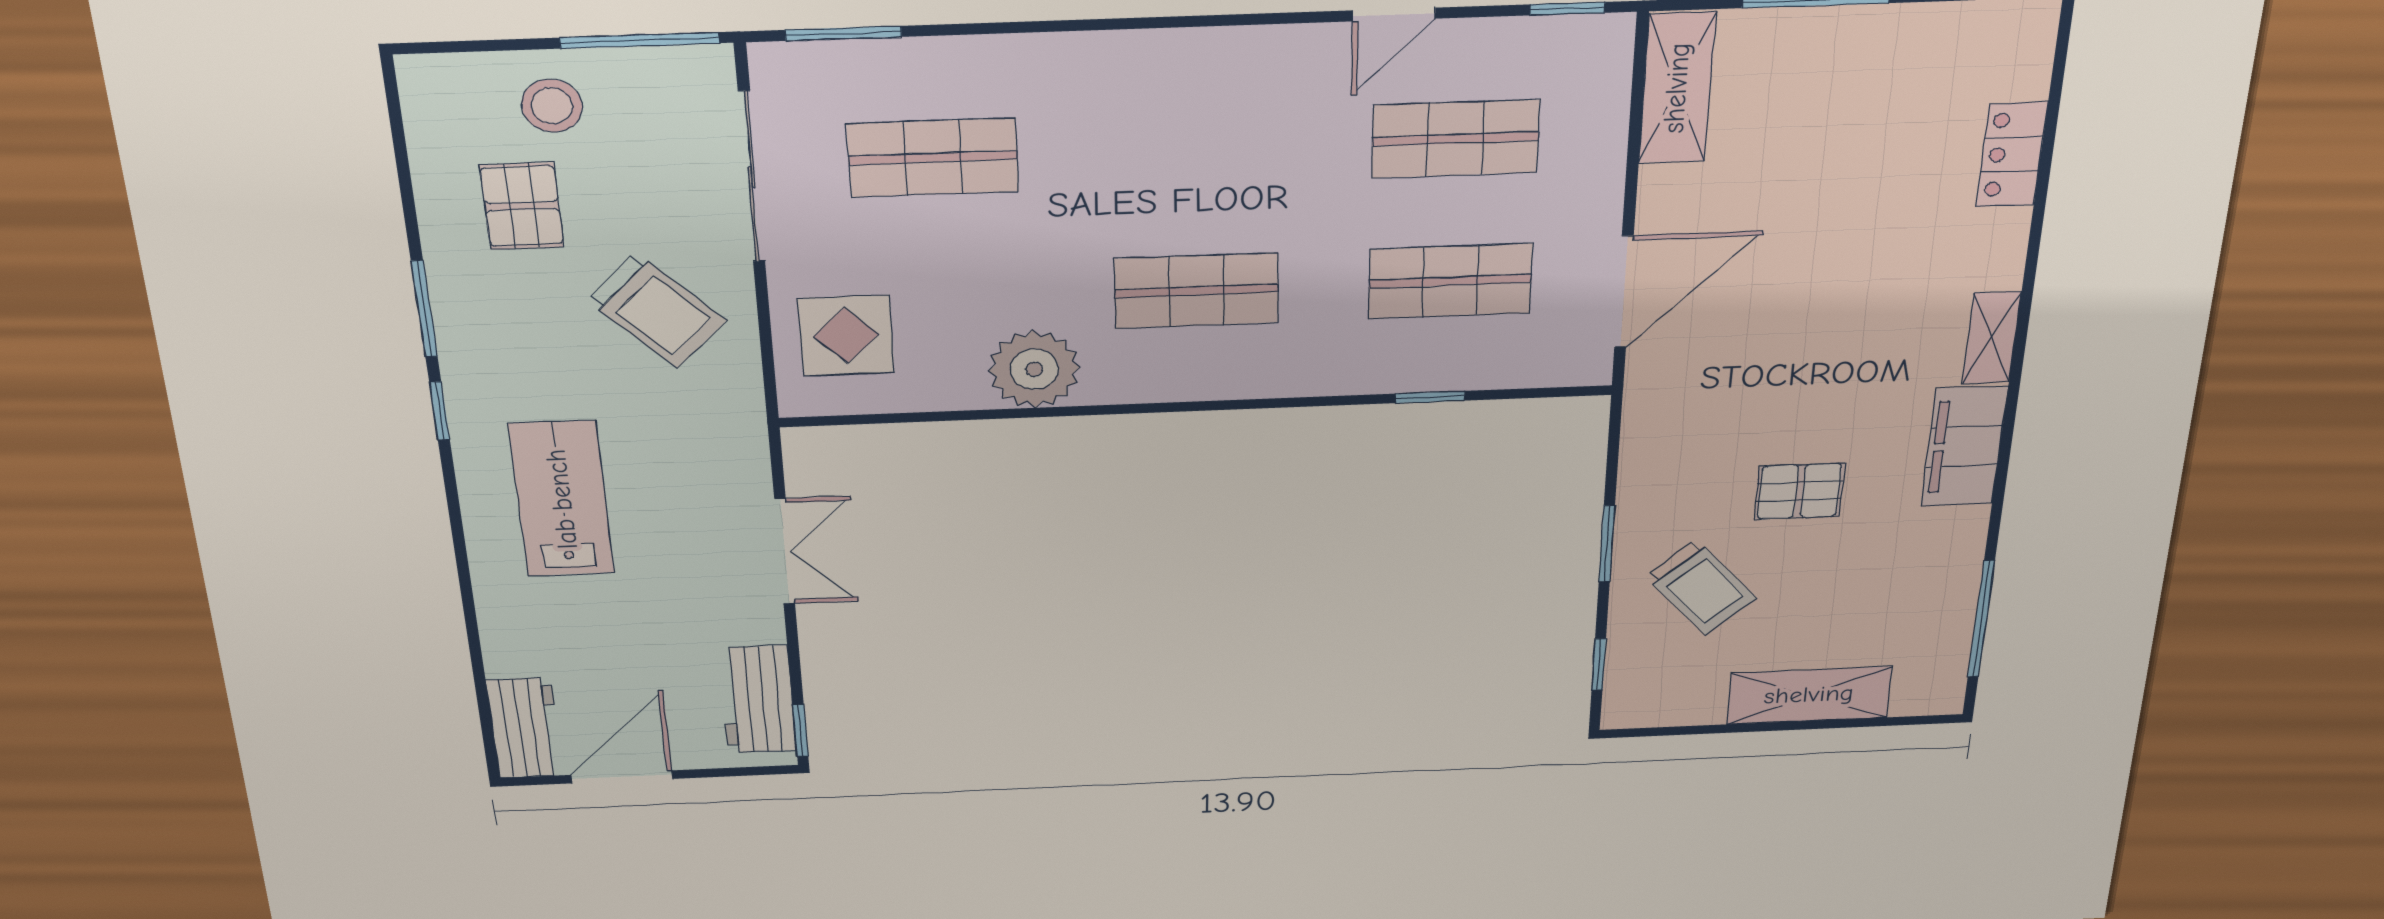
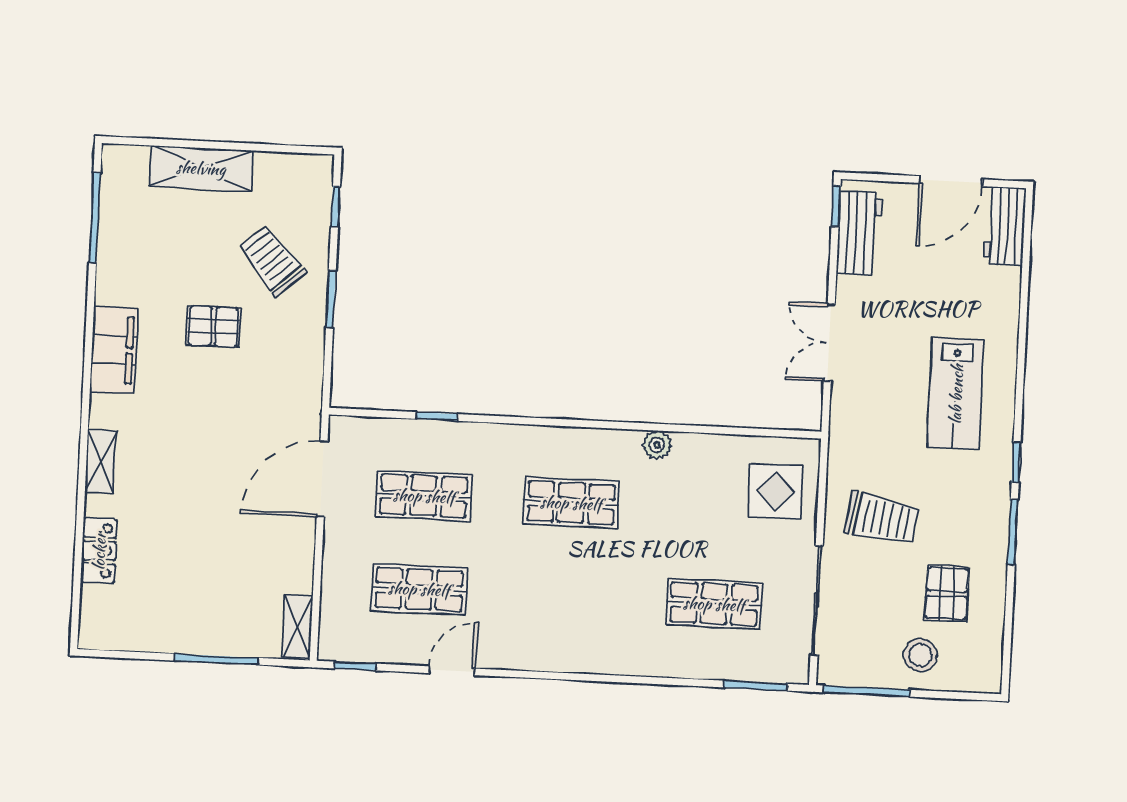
shelving: (1677, 88) -> (297, 627), width x0.67, depth x0.75
trolley: (657, 311) -> (882, 518), turned 144
shelving: (1992, 338) -> (100, 462), moved
plant: (1034, 369) -> (657, 445), width x0.53, depth x0.53

